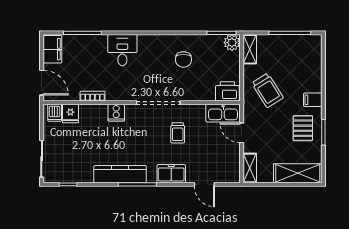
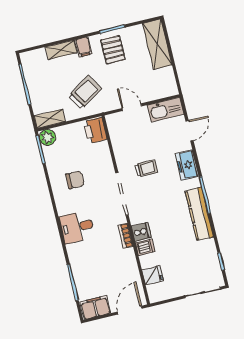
desk: (122, 50) -> (77, 227), moved
bookcase: (92, 96) -> (125, 236), moved
dishwasher: (55, 113) -> (145, 247), moved
kitchen sink: (223, 113) -> (166, 110), moved, turned 90
pallet: (303, 128) -> (113, 50), turned 90
door: (242, 133) -> (132, 107), swing flipped
shelving: (250, 168) -> (61, 50), moved

